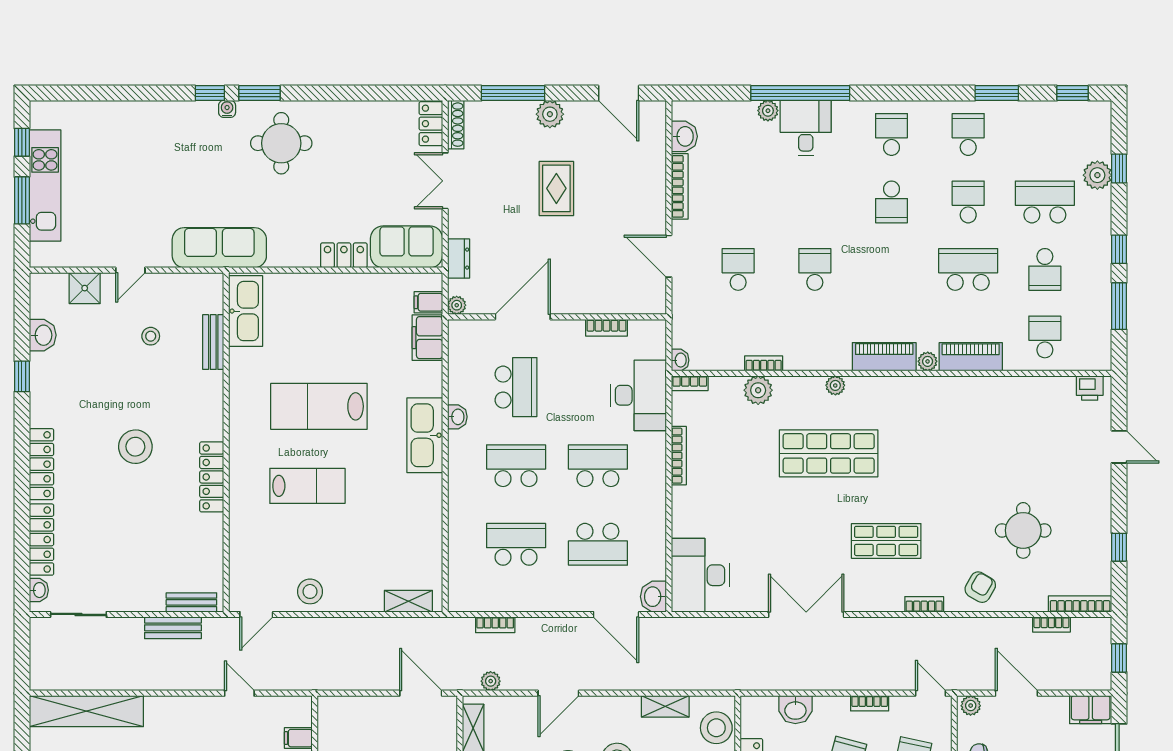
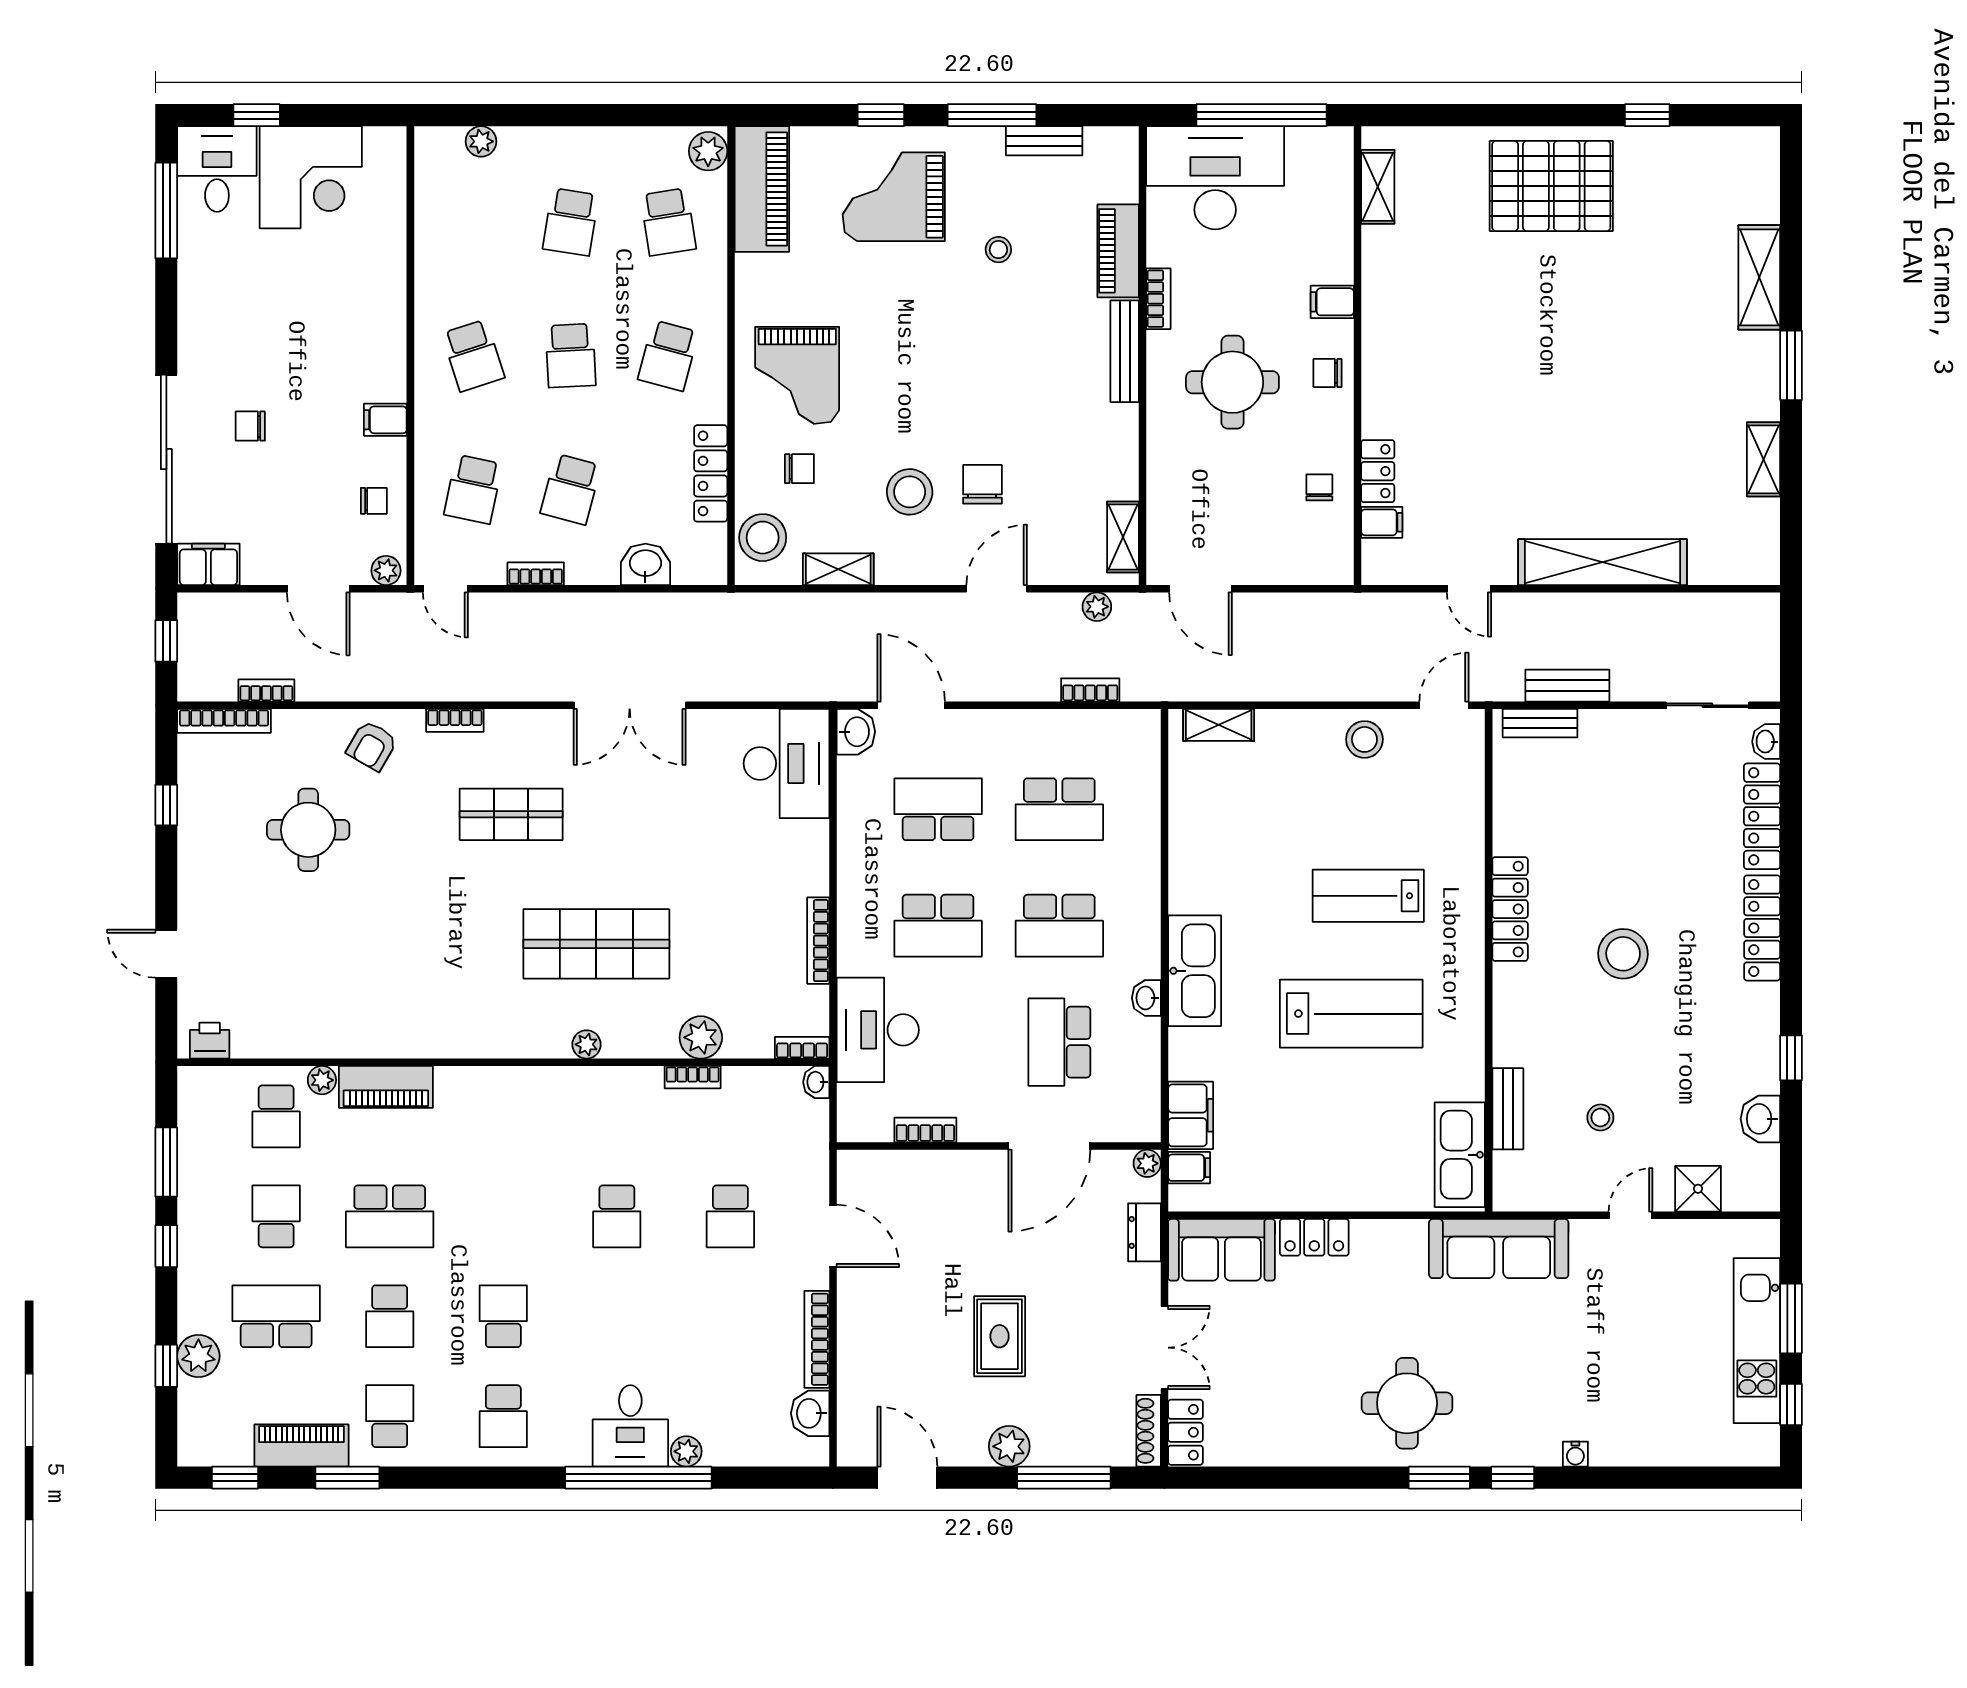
water cooler: (227, 109) -> (1575, 1454), moved
school desk: (968, 134) -> (390, 1416), turned 180
school desk: (1045, 202) -> (276, 1316), turned 180
piano: (884, 357) -> (301, 1446), moved, turned 180
plant: (928, 361) -> (322, 1080), moved
shelving: (86, 711) -> (1602, 562), moved

